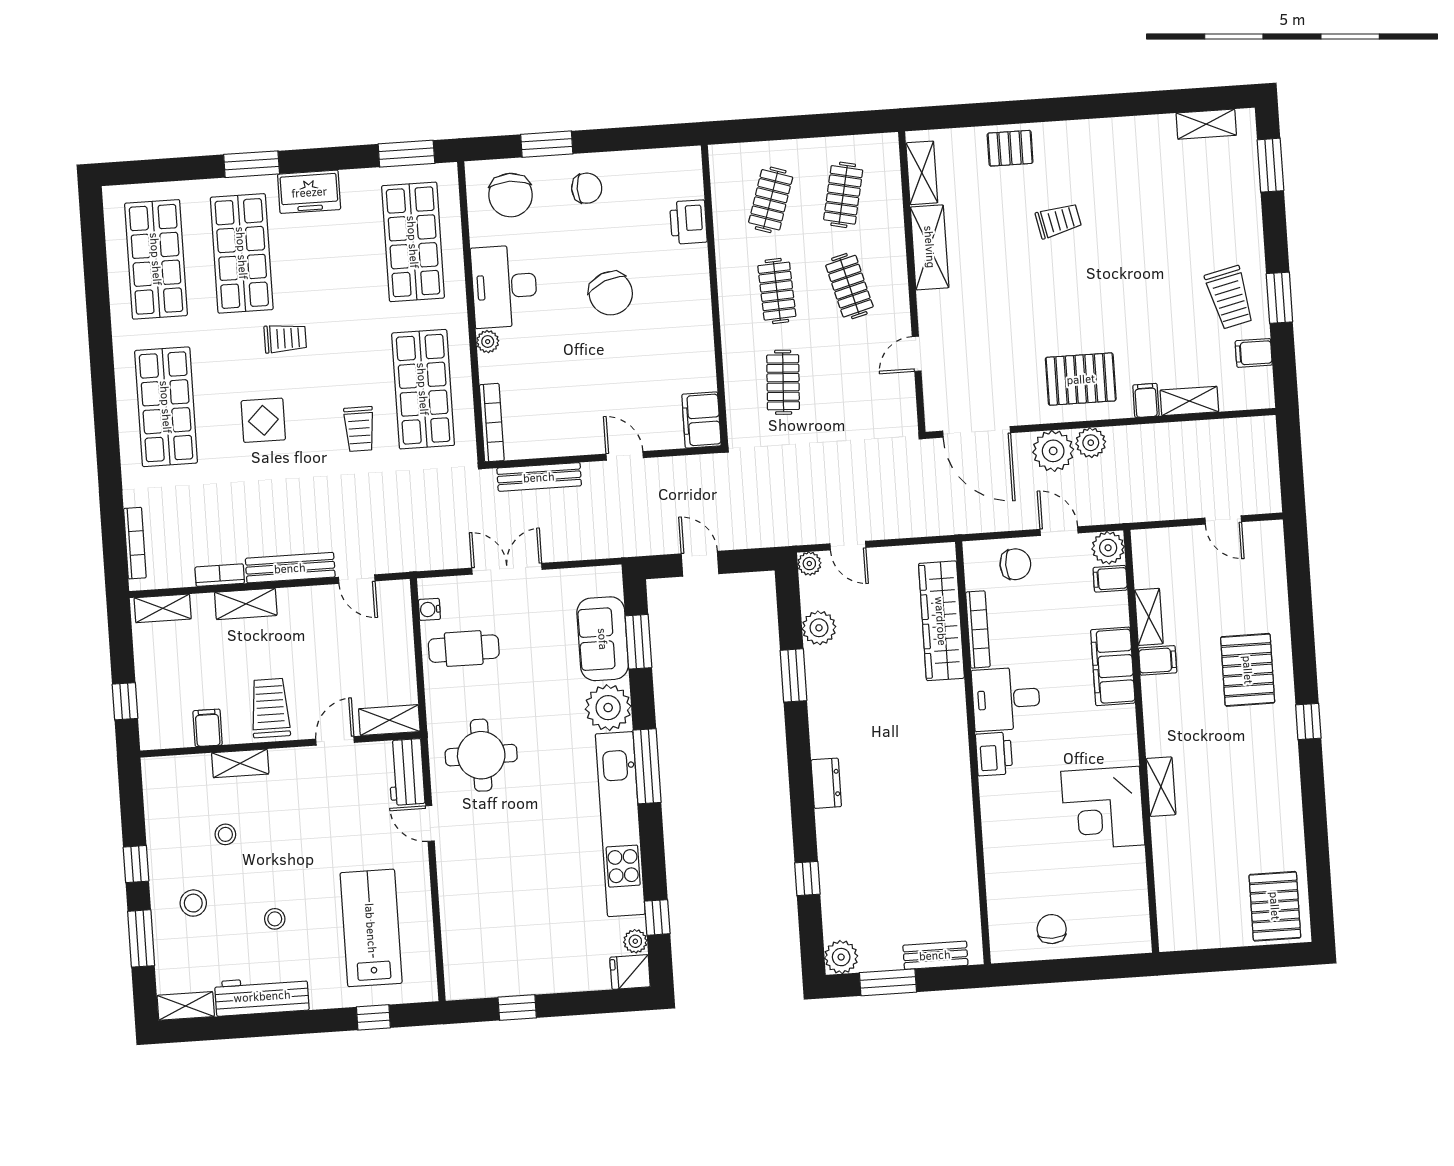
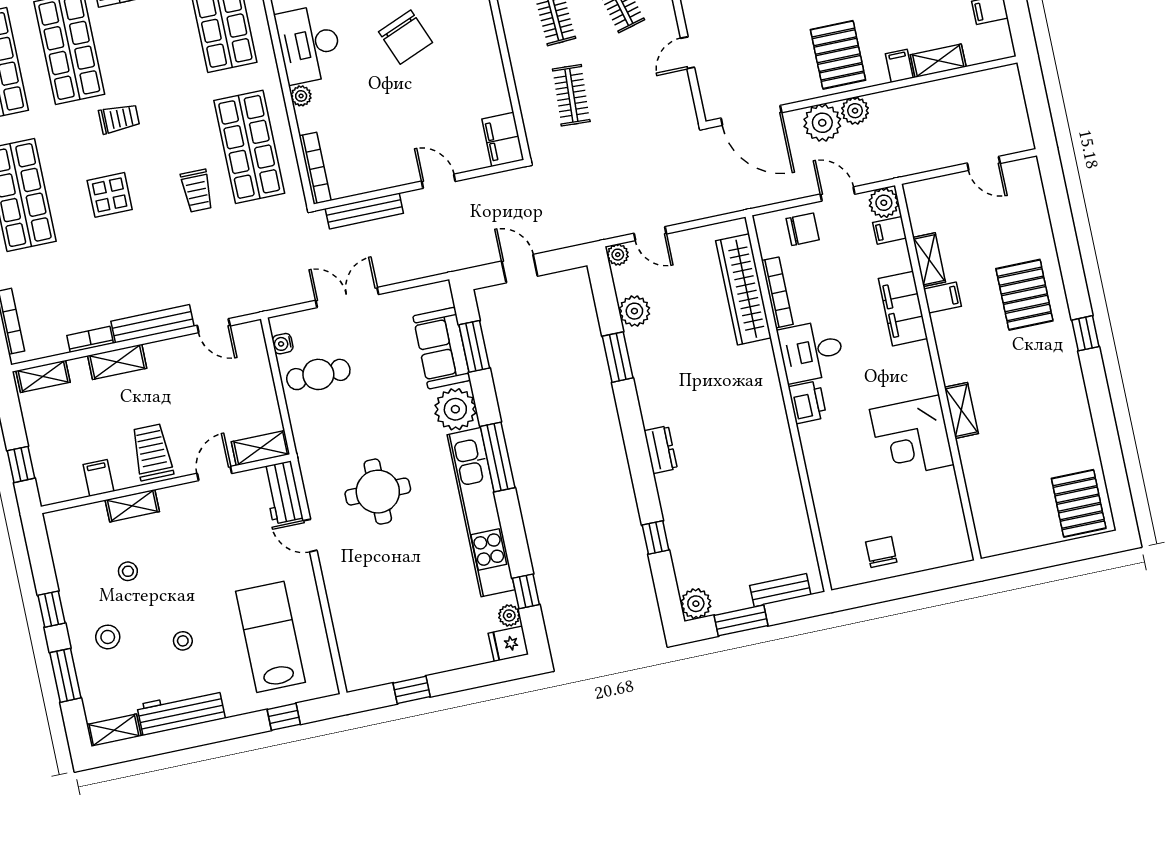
pallet: (1081, 379) -> (838, 55), turned 90
round table: (481, 755) -> (378, 492), moved

